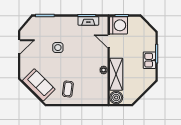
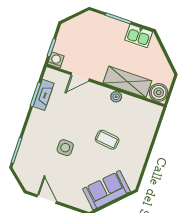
washing machine: (119, 25) -> (56, 60), width x0.53, depth x0.53
kitchen sink: (149, 60) -> (139, 36), moved
coffee table: (68, 89) -> (107, 140), moved

